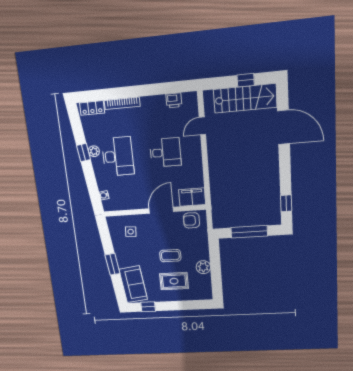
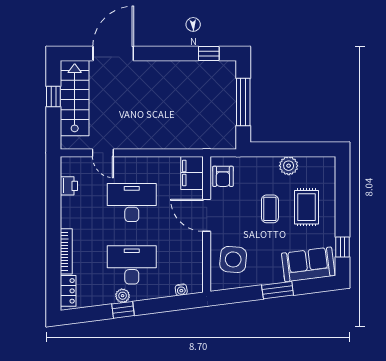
desk: (165, 152) -> (132, 203), width x1.37
side table: (131, 232) -> (233, 259), width x1.87, depth x1.87

